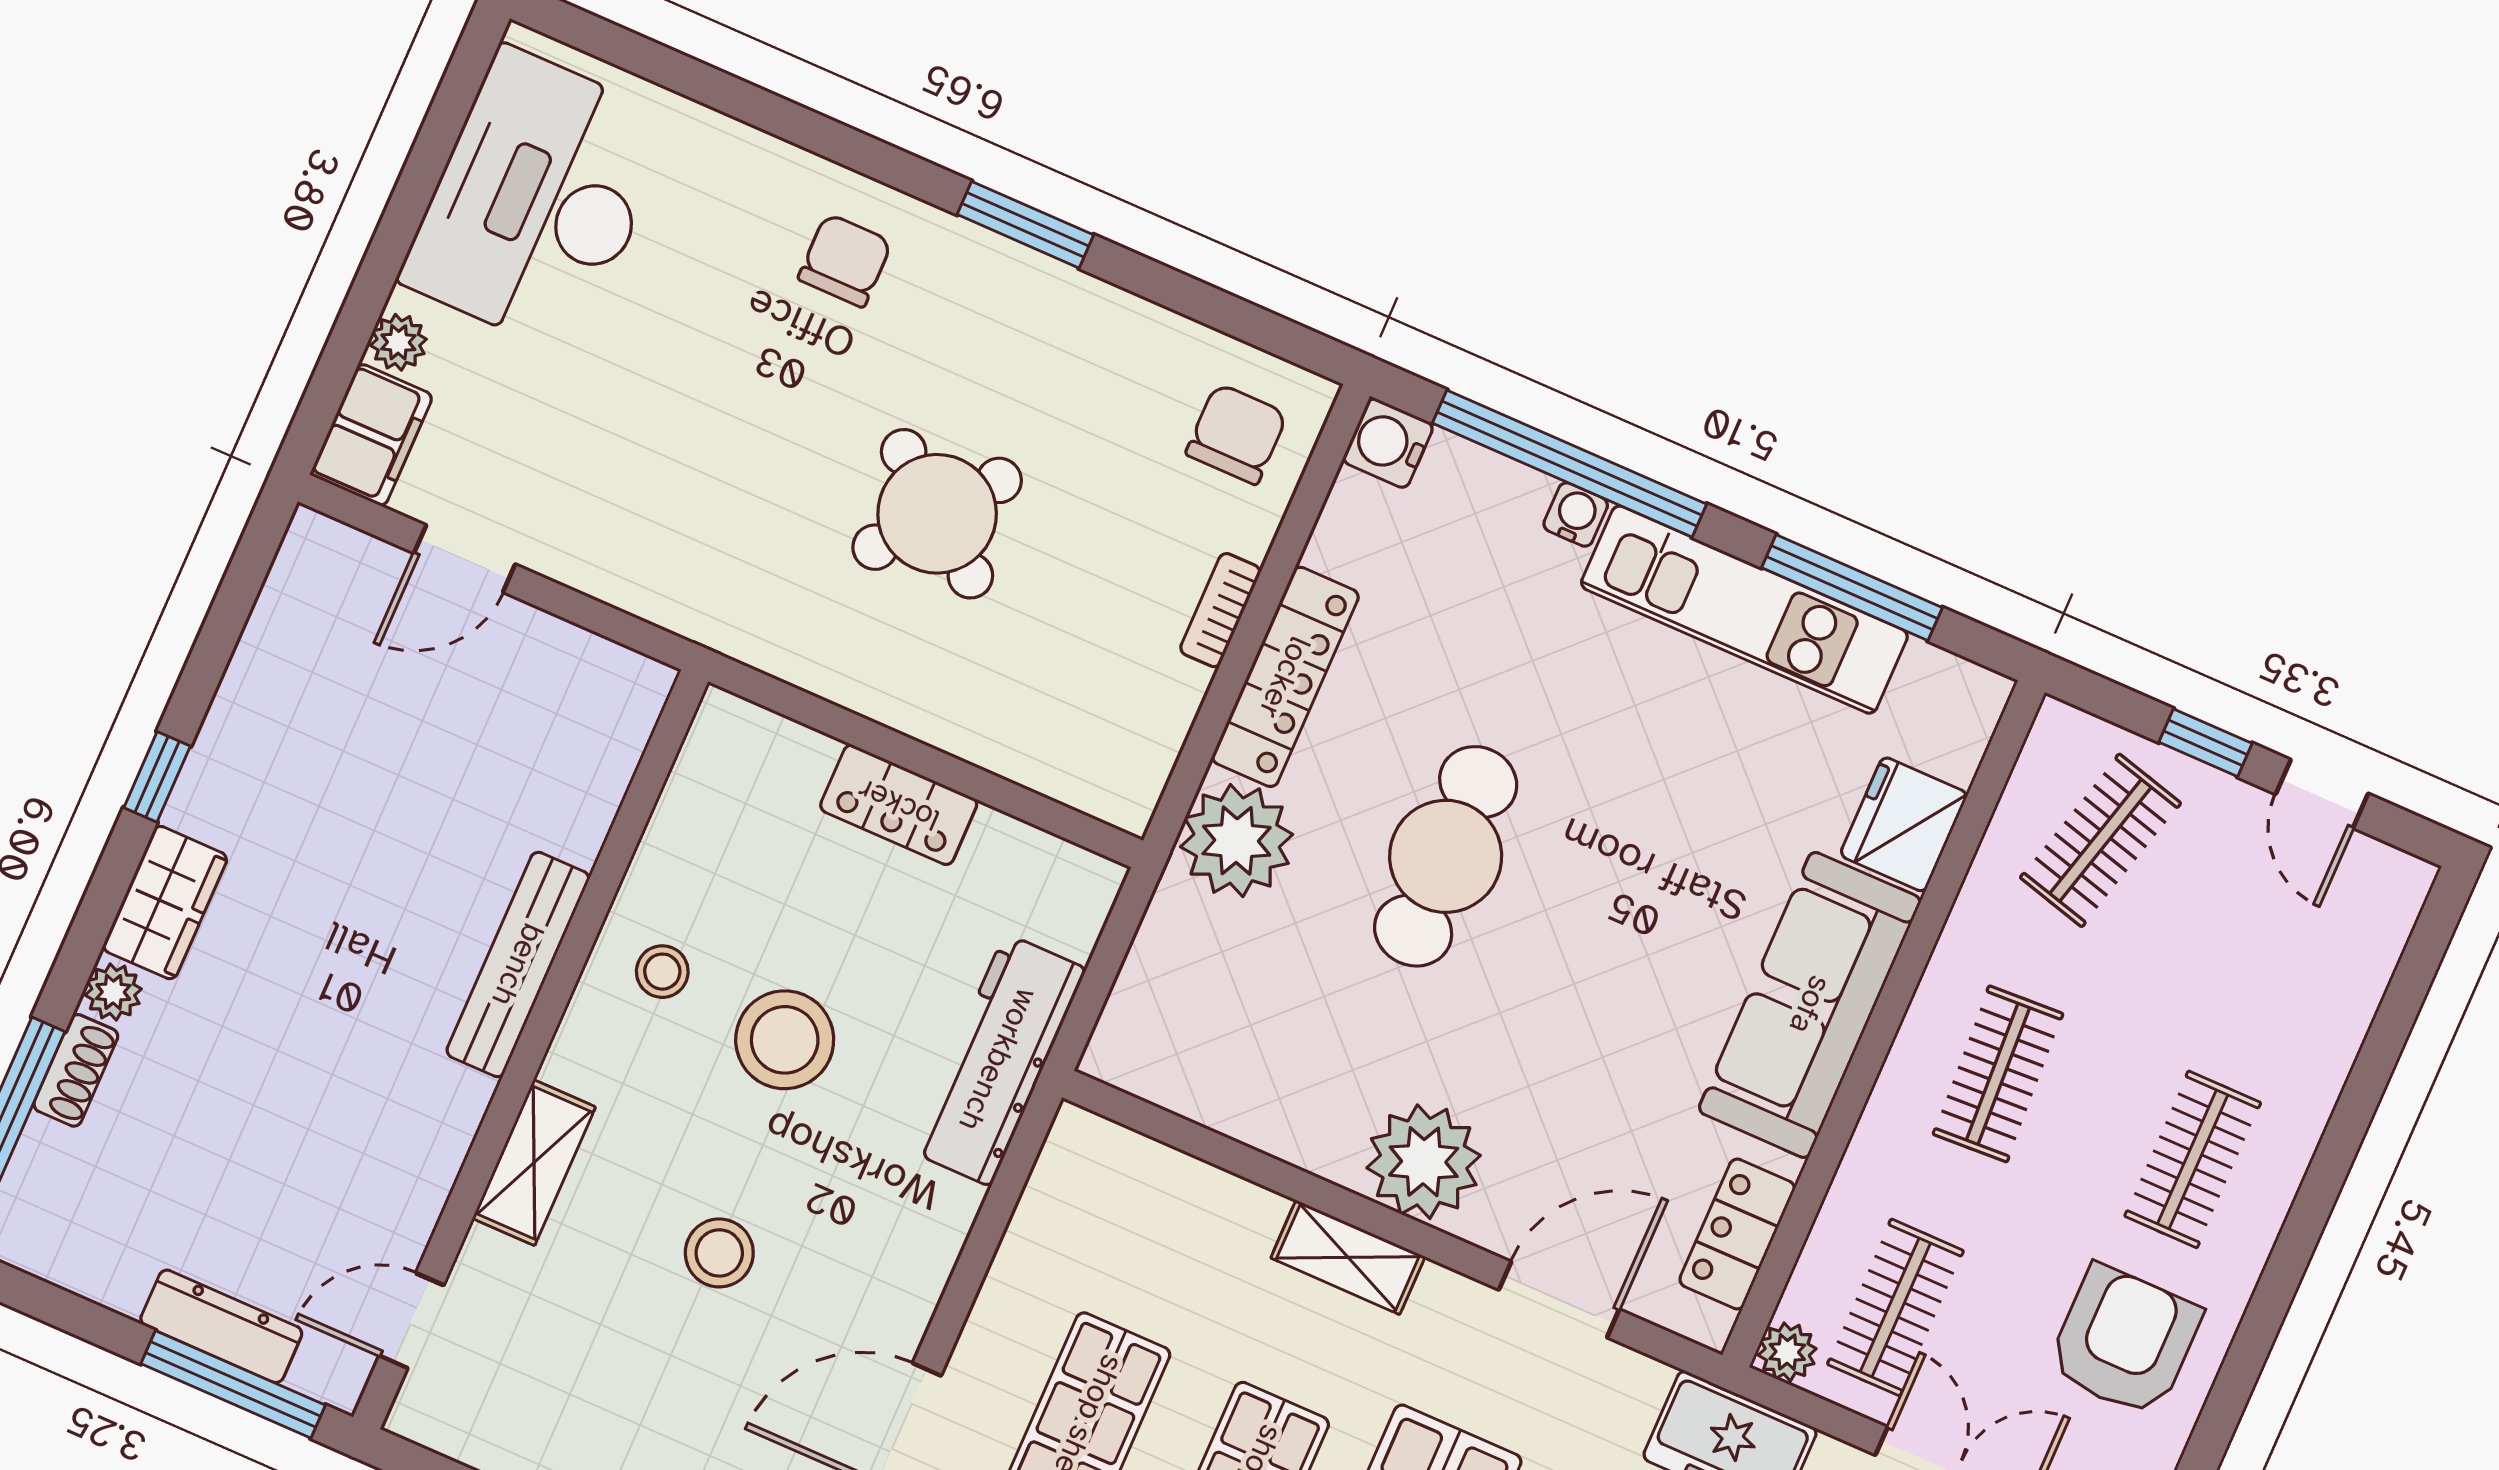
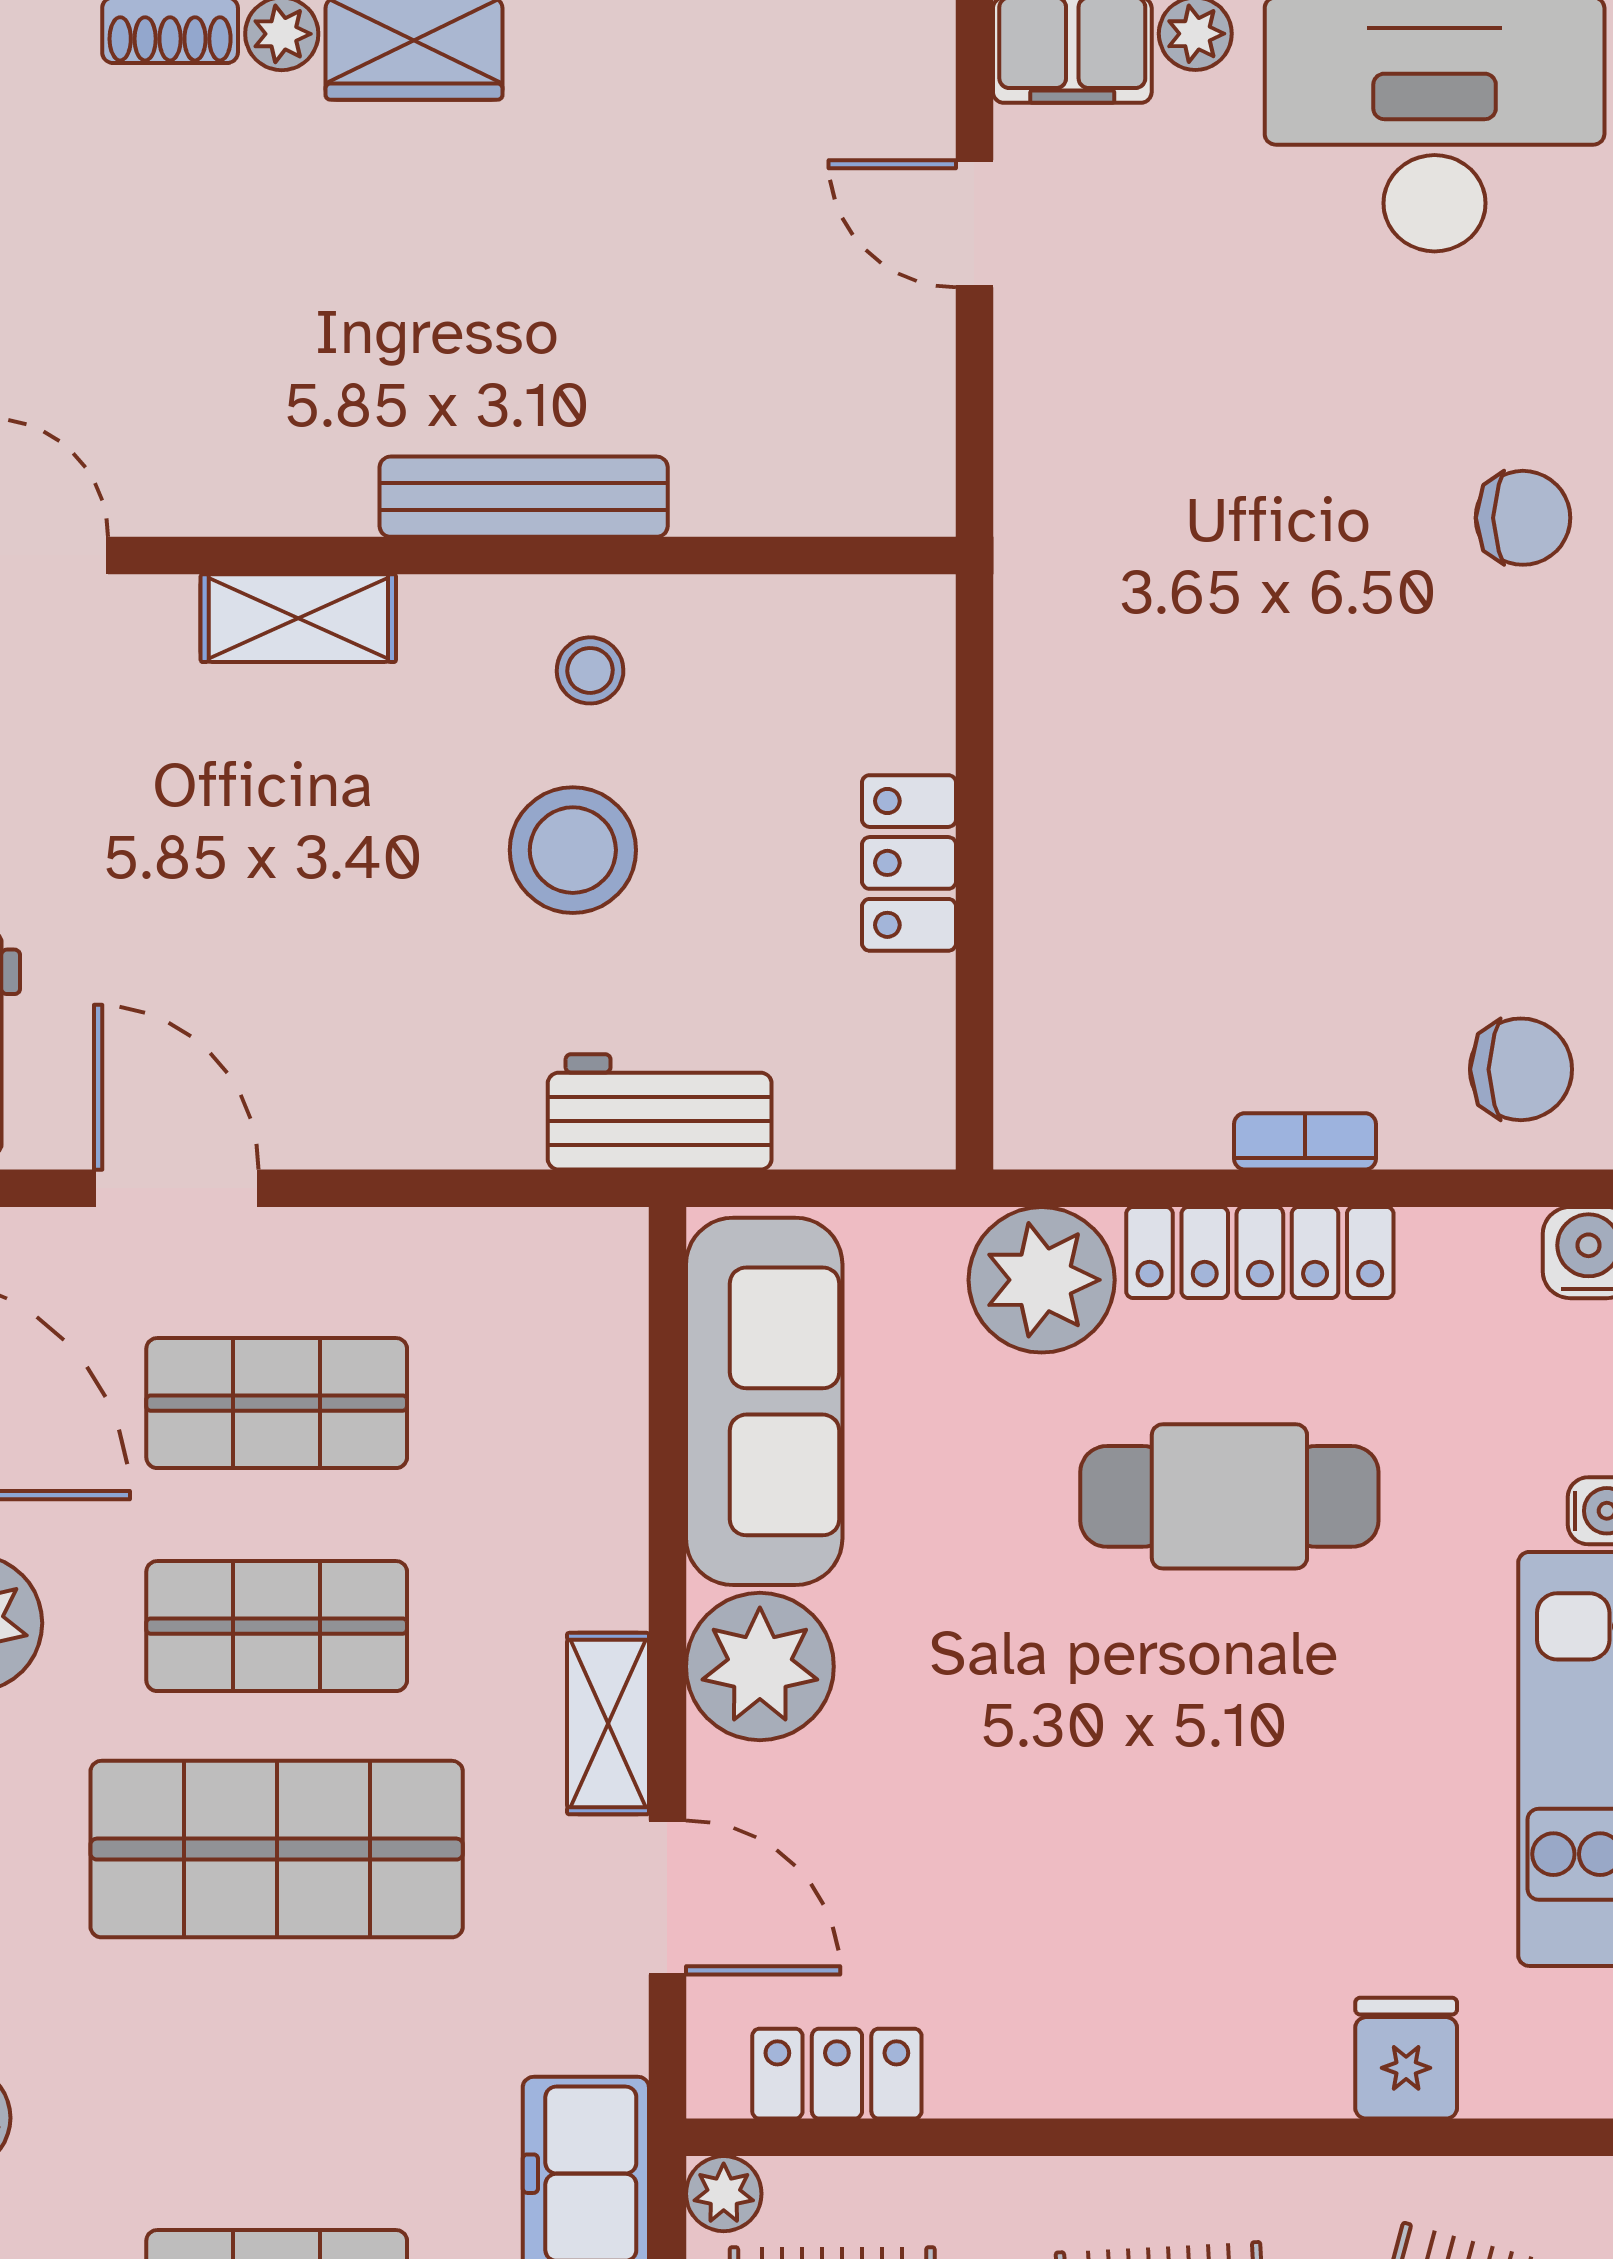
round table: (937, 514) -> (1272, 758), removed
fridge: (1904, 824) -> (1406, 2058), width x0.72
cafe table: (1446, 856) -> (1229, 1496), moved
sofa: (1810, 1005) -> (764, 1401), moved, turned 90
workbench: (998, 1060) -> (660, 1112), width x0.73
stool: (719, 1253) -> (288, 883), removed
shelving: (1348, 1257) -> (608, 1724), moved

